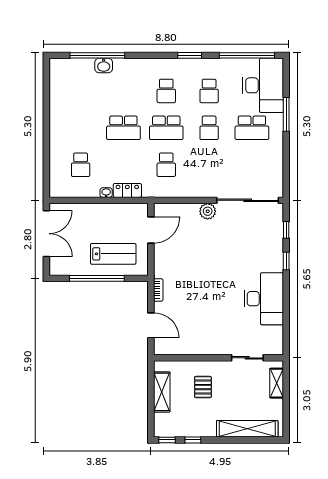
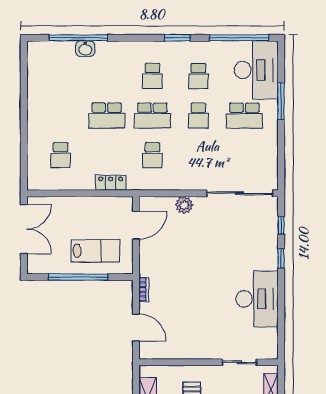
washbasin: (106, 193) -> (88, 185), removed
plant: (208, 211) -> (184, 205), moved

